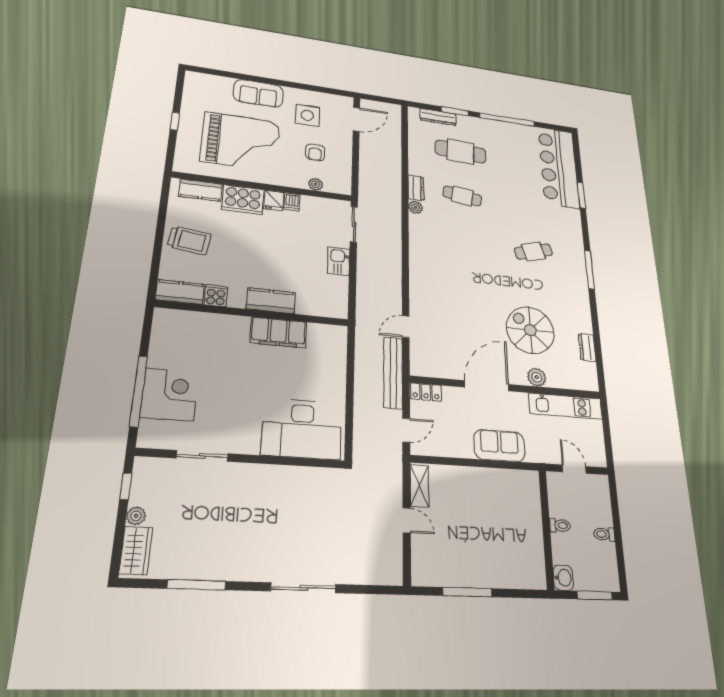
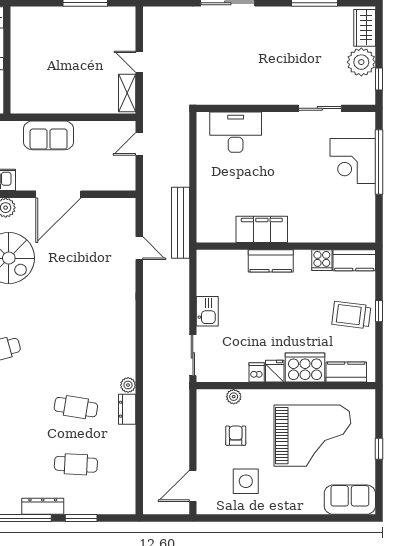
sofa: (258, 93) -> (350, 500), moved
dresser: (438, 117) -> (43, 506), moved
grand piano: (241, 142) -> (312, 436), turned 180
cafe table: (461, 152) -> (76, 464), width x0.73, depth x0.74
window: (159, 240) -> (379, 311), added
door: (406, 327) -> (139, 248), hinge flipped
bench: (393, 372) -> (180, 223), moved
locker: (426, 392) -> (120, 183), removed
desk: (302, 429) -> (236, 132), width x0.73, depth x0.77
plant: (136, 516) -> (361, 62), width x1.88, depth x1.88

